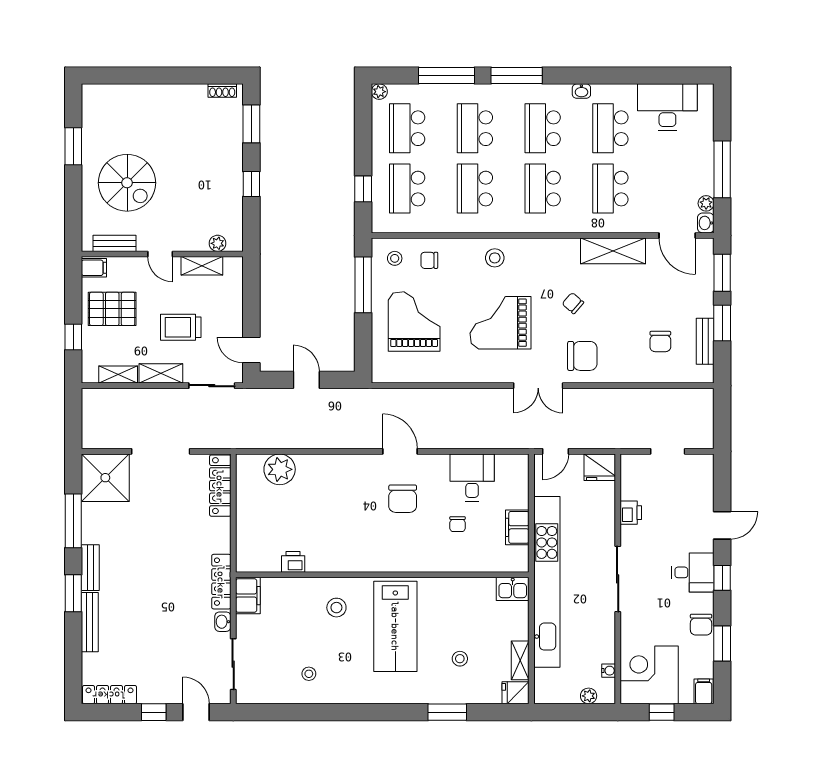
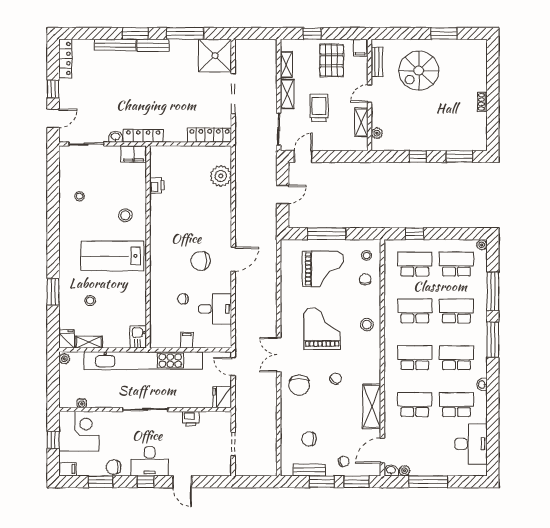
shoe rack: (222, 91) -> (482, 102), moved
window: (363, 285) -> (327, 234), moved
chair: (693, 292) -> (344, 461), added
filing cabinet: (517, 527) -> (187, 340), width x0.50
desk: (693, 572) -> (150, 461), width x1.37
plant: (589, 696) -> (64, 359), moved

